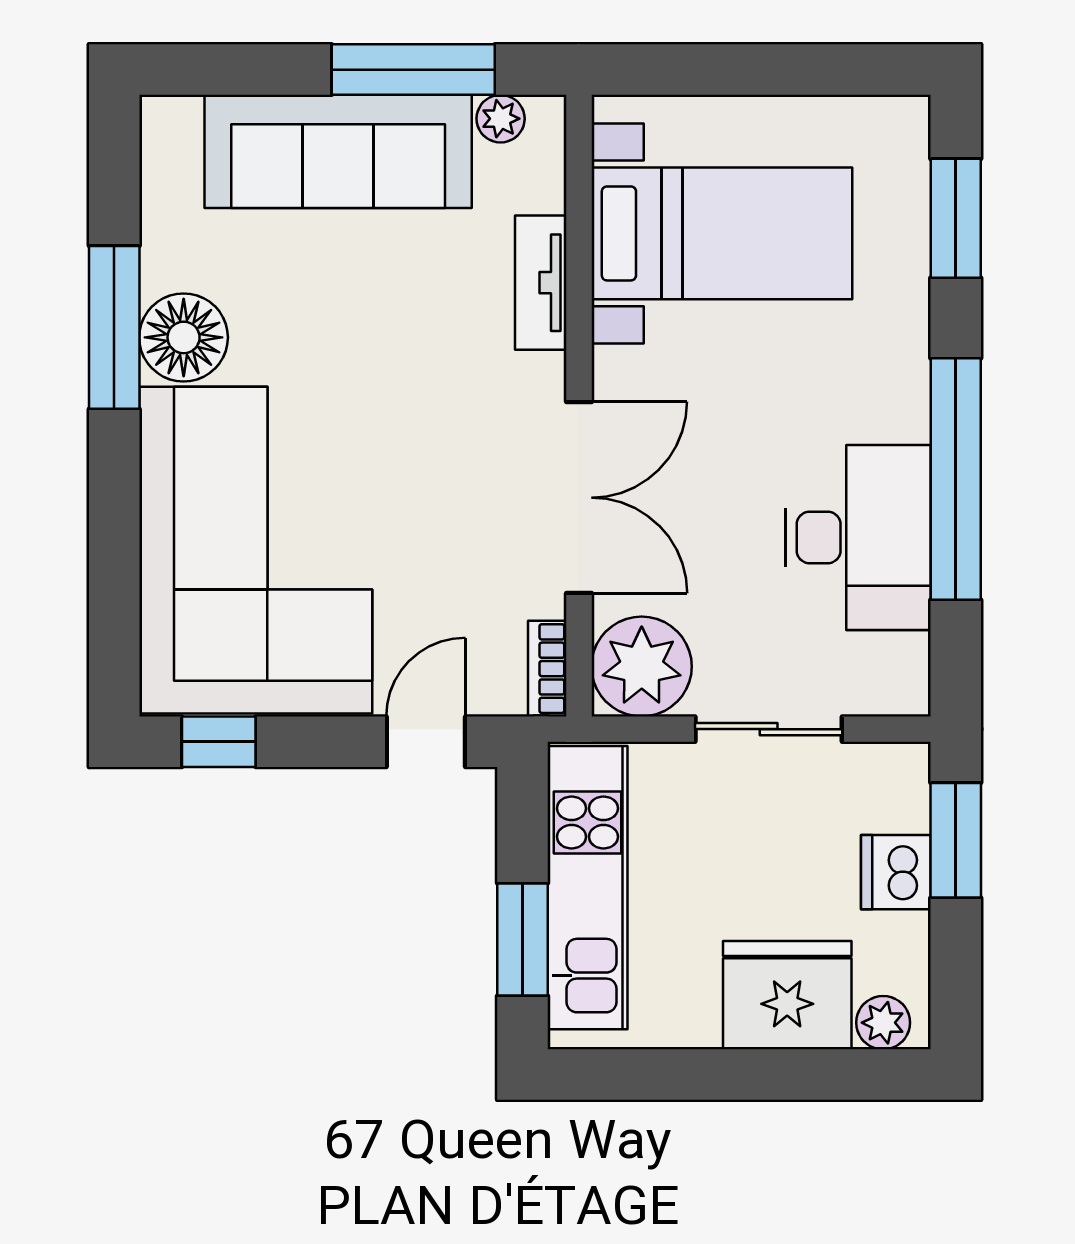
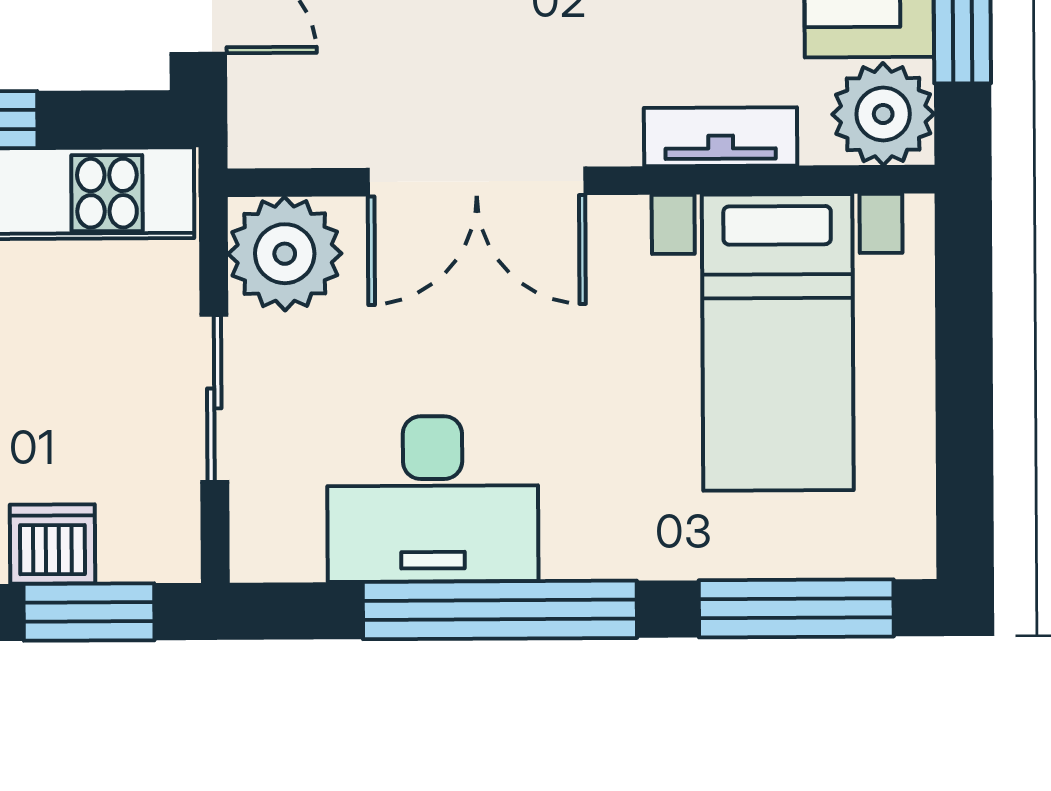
plant: (501, 119) -> (883, 114), width x1.88, depth x1.88
window: (956, 218) -> (796, 608), width x1.44
bookcase: (547, 669) -> (282, 146), removed

